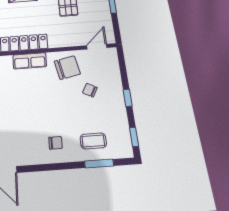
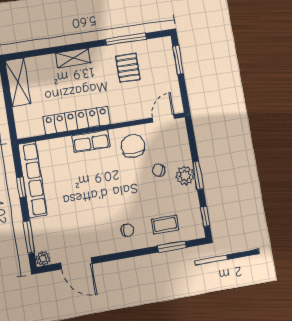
chair: (67, 68) -> (133, 146), turned -78
plant: (115, 97) -> (185, 176), added
window: (128, 98) -> (198, 175), width x1.50

